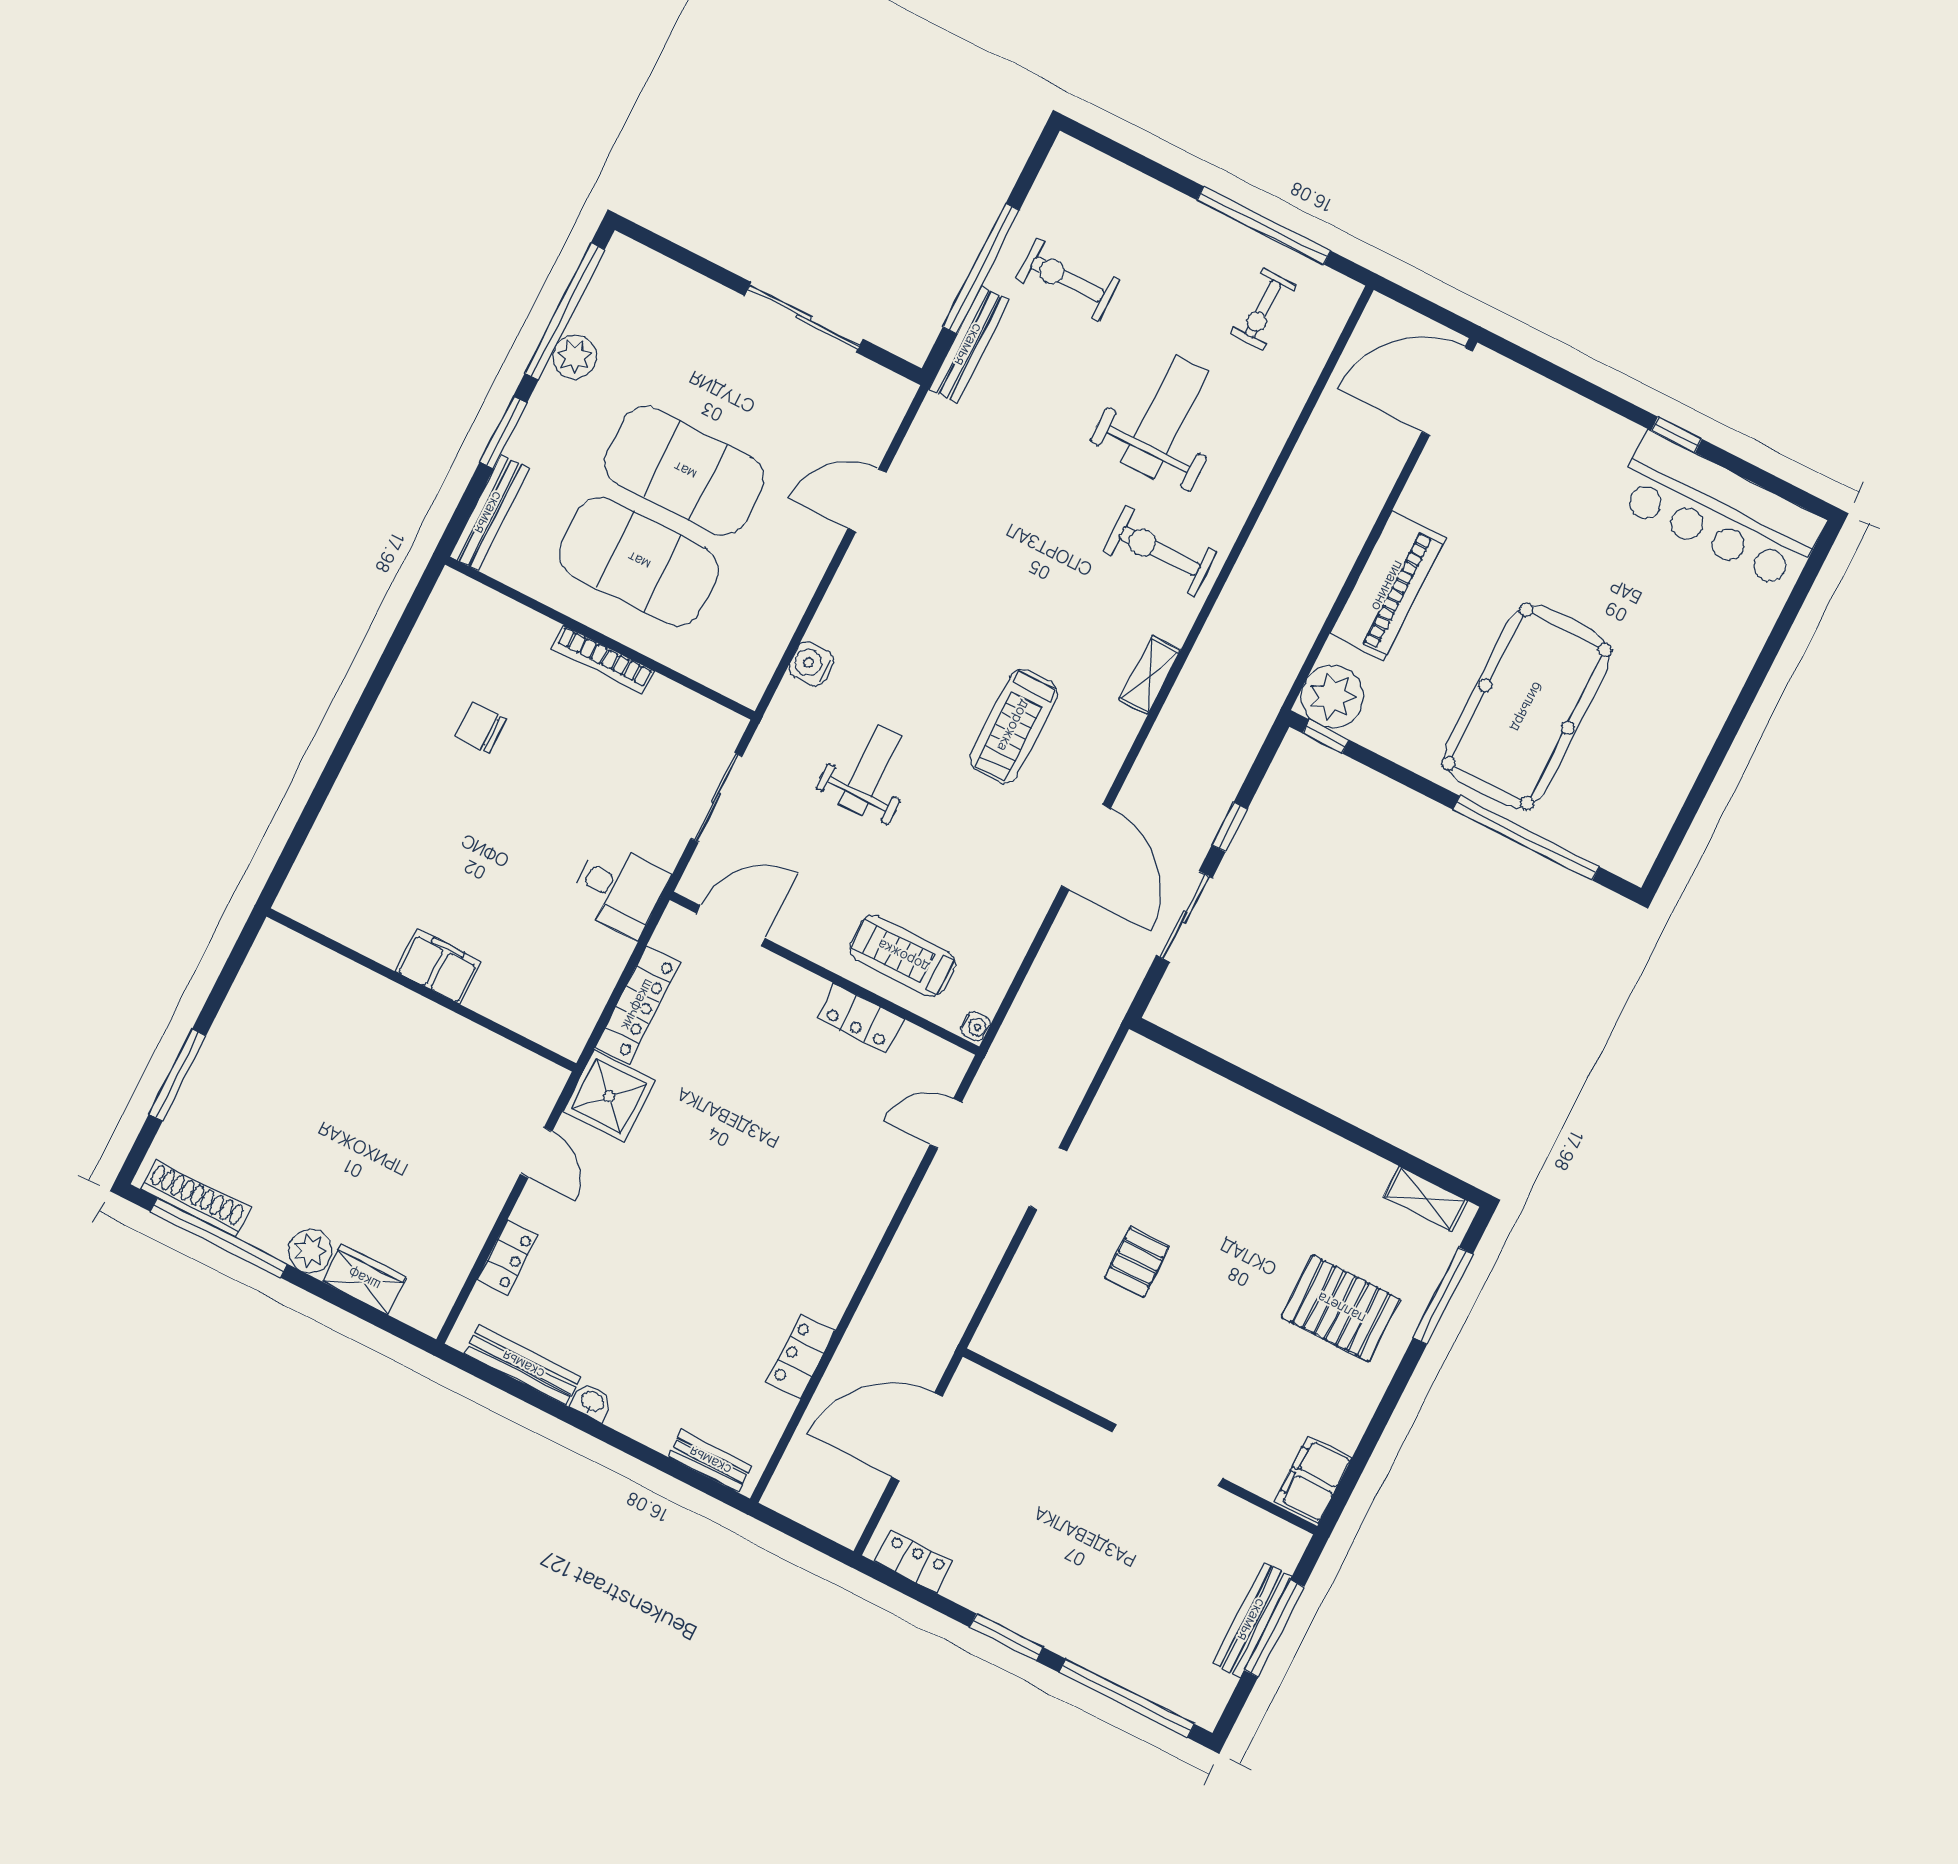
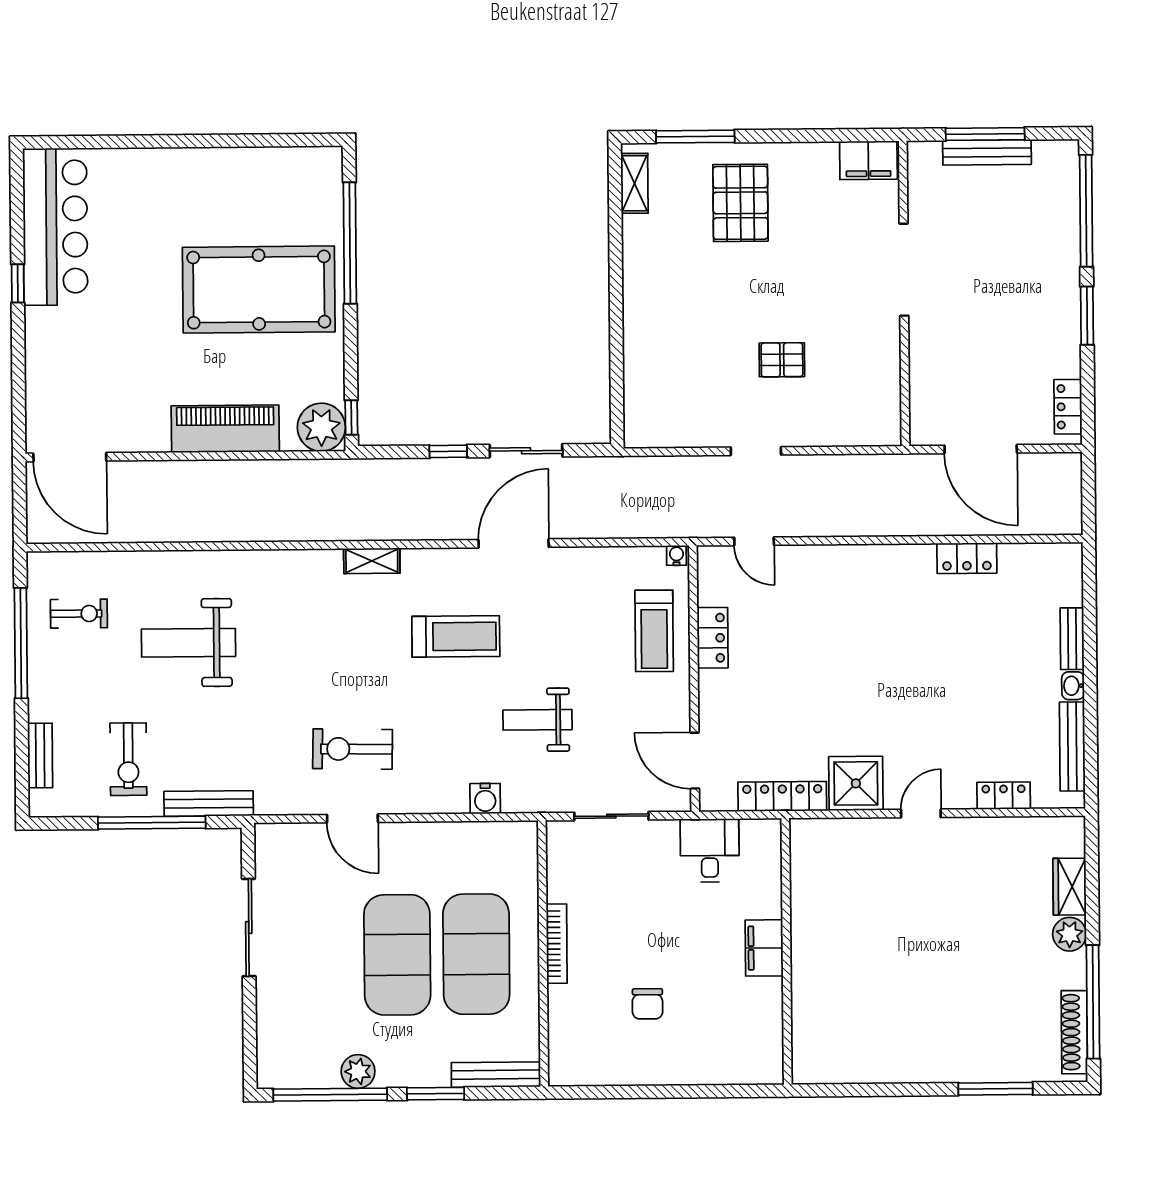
bench: (1124, 181) -> (40, 755), added
exercise bike: (1160, 551) -> (353, 749), moved, turned 91
filing cabinet: (438, 966) -> (764, 948), moved
wall: (421, 990) -> (787, 951), moved
bench: (710, 1461) -> (1072, 639), moved

